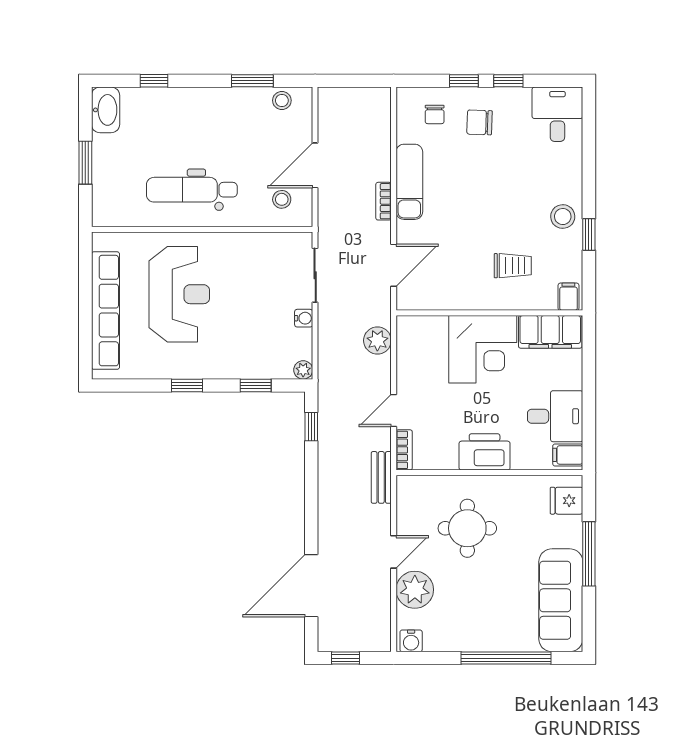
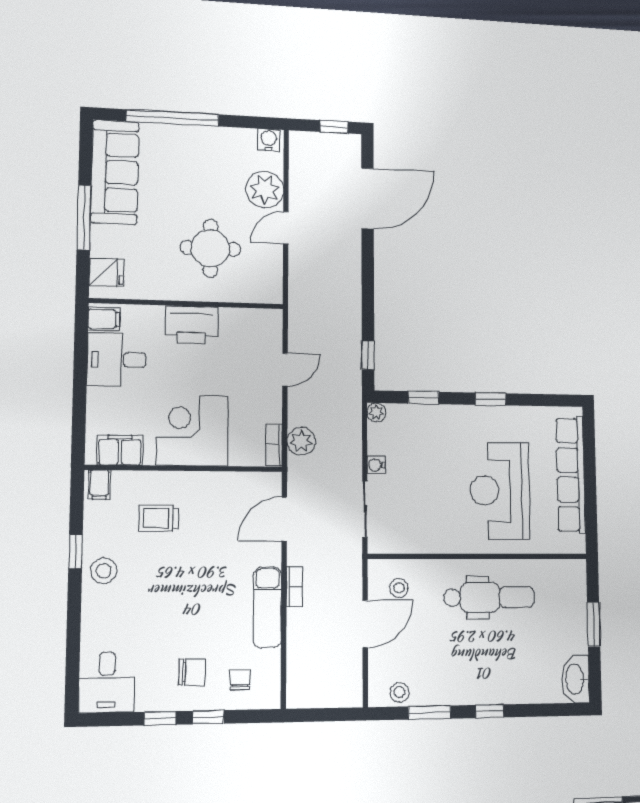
window: (154, 81) -> (490, 711), moved
filing cabinet: (550, 332) -> (120, 450), width x0.67, depth x0.86
bookcase: (404, 450) -> (274, 445), moved
bench: (381, 477) -> (298, 302), removed

